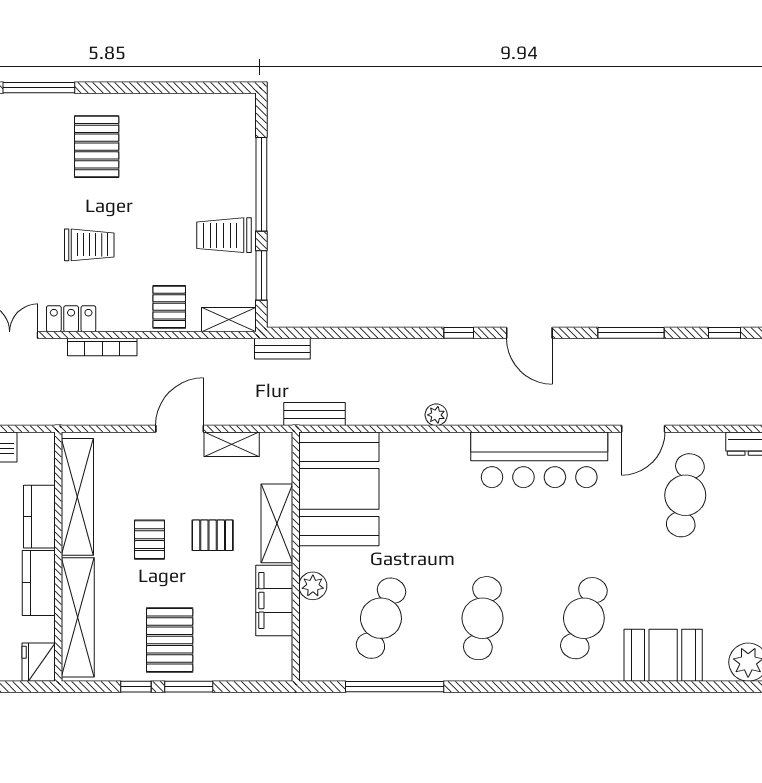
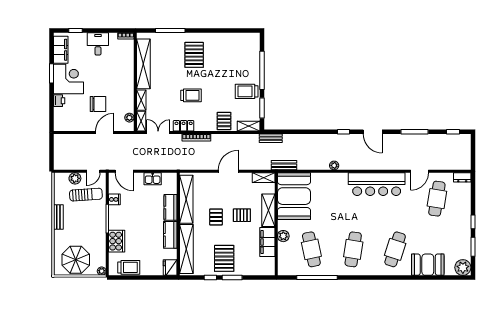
shelving: (232, 444) -> (264, 178), moved
cafe table: (381, 618) -> (311, 249), turned -33

